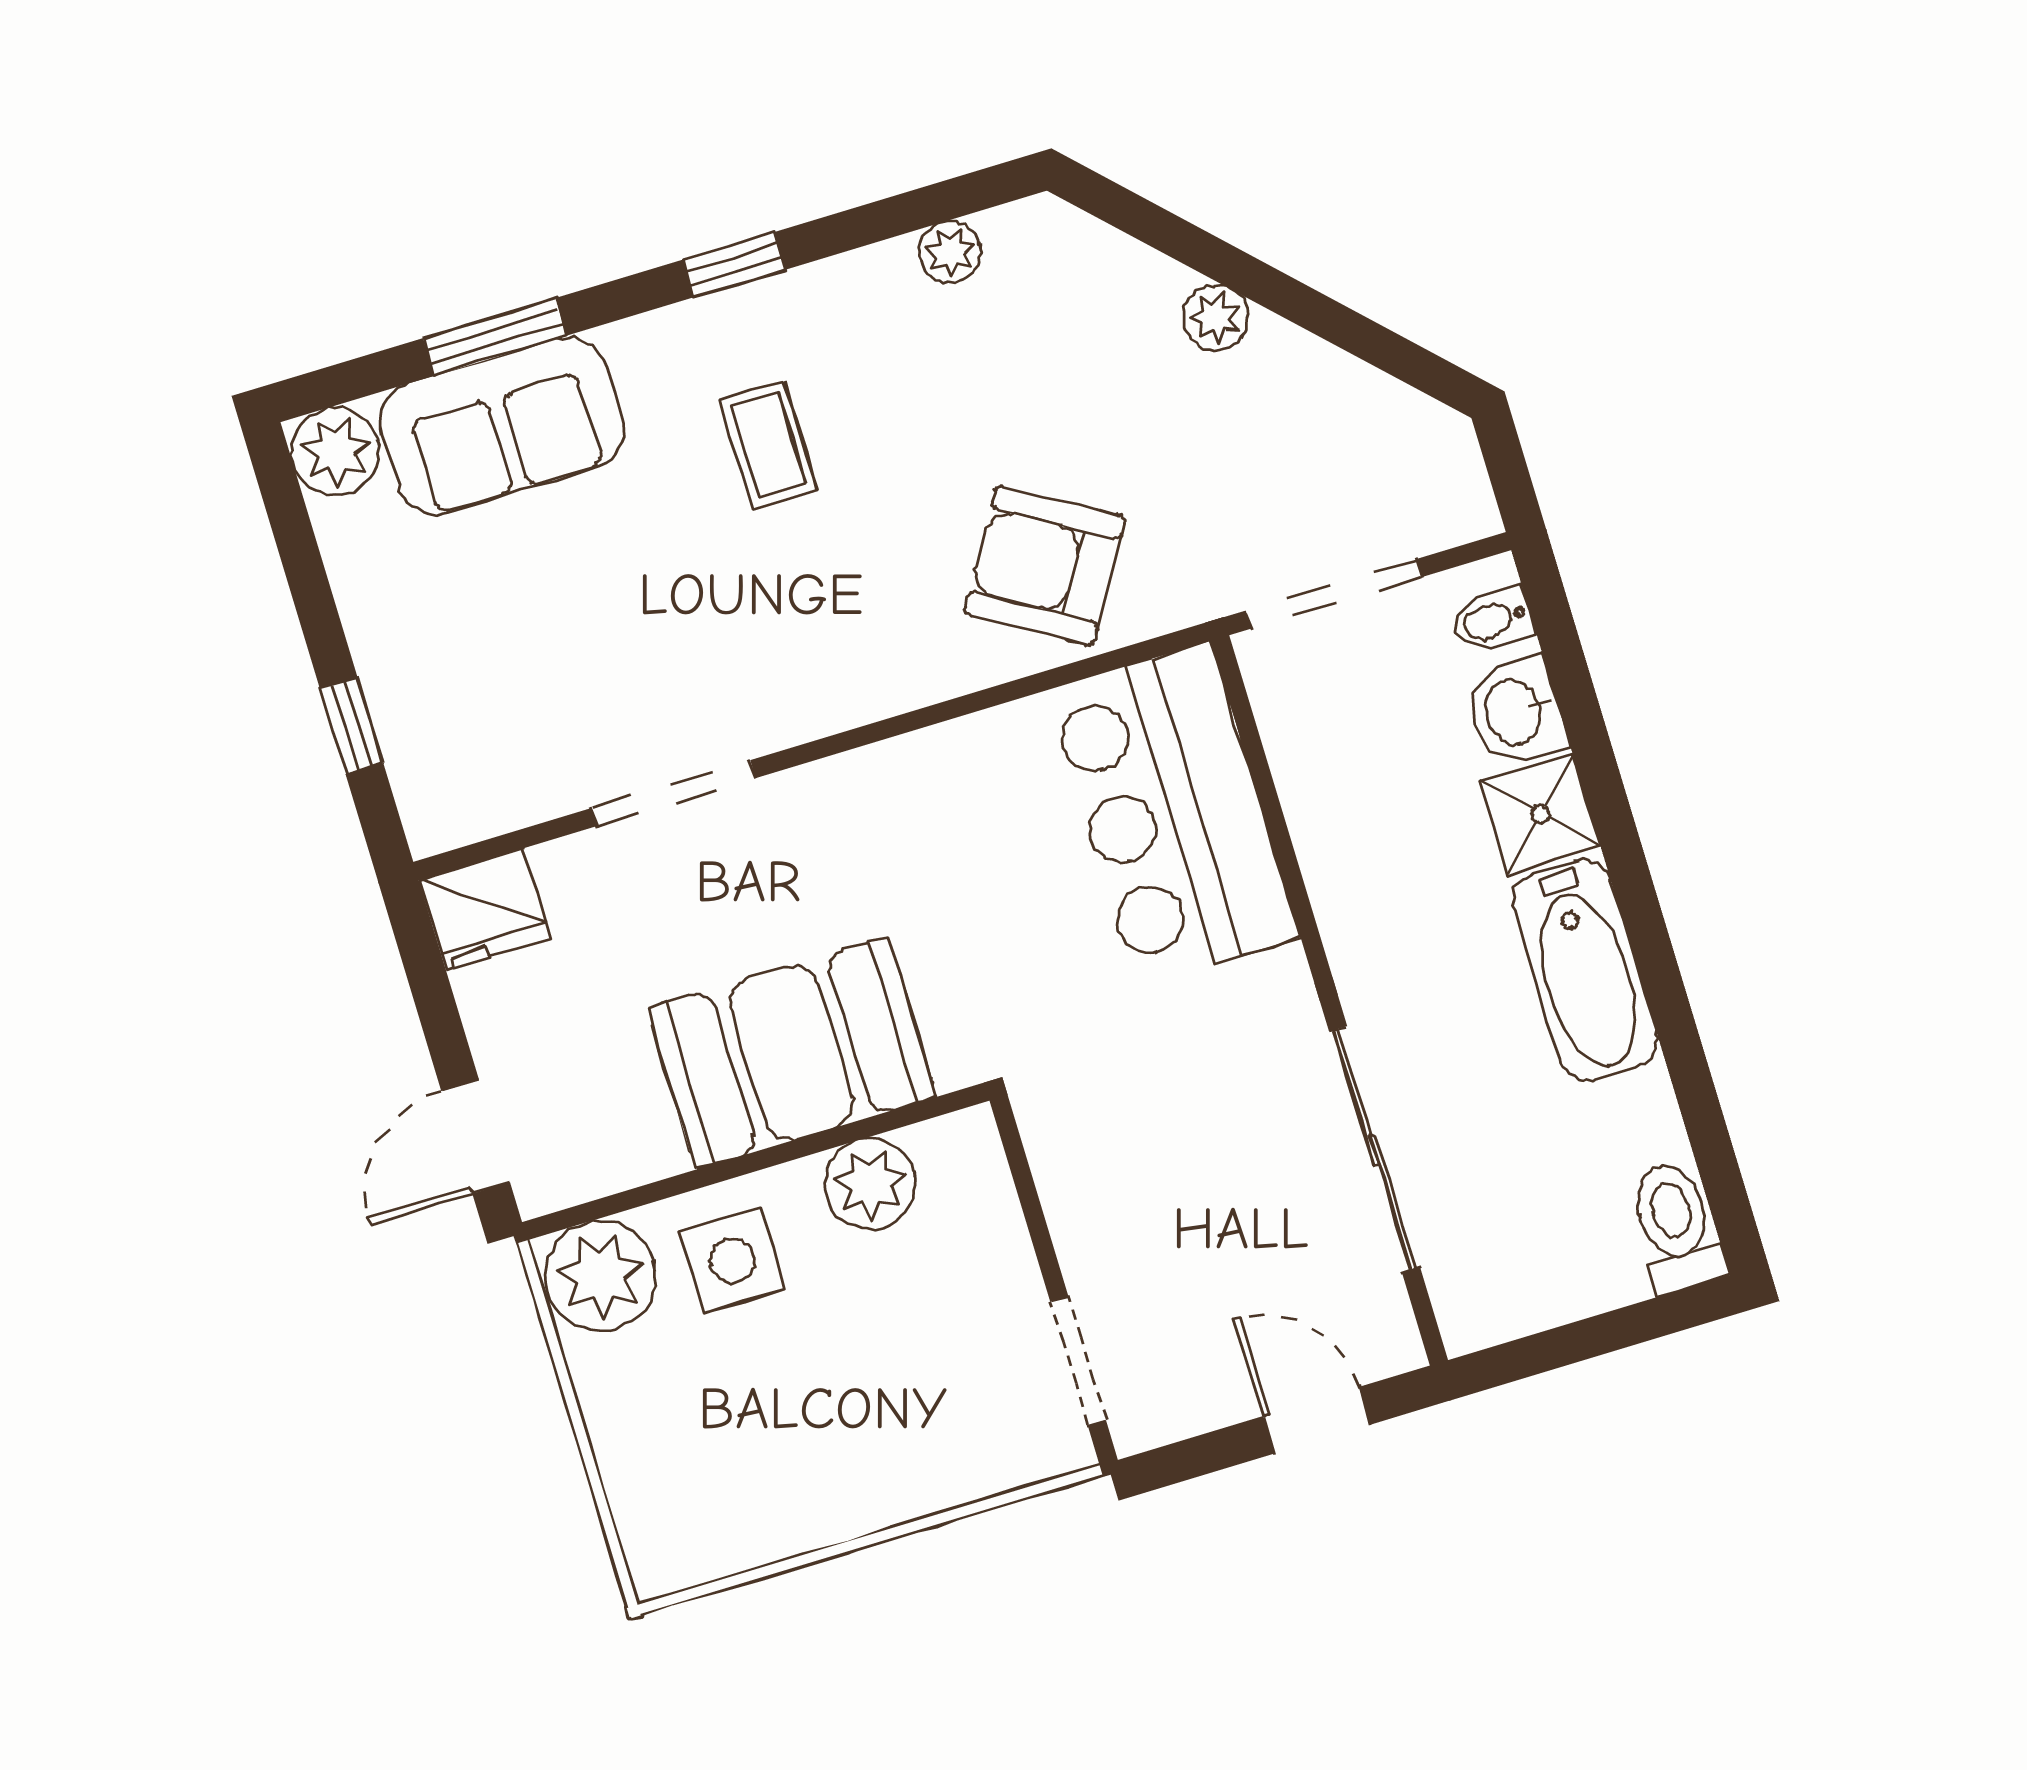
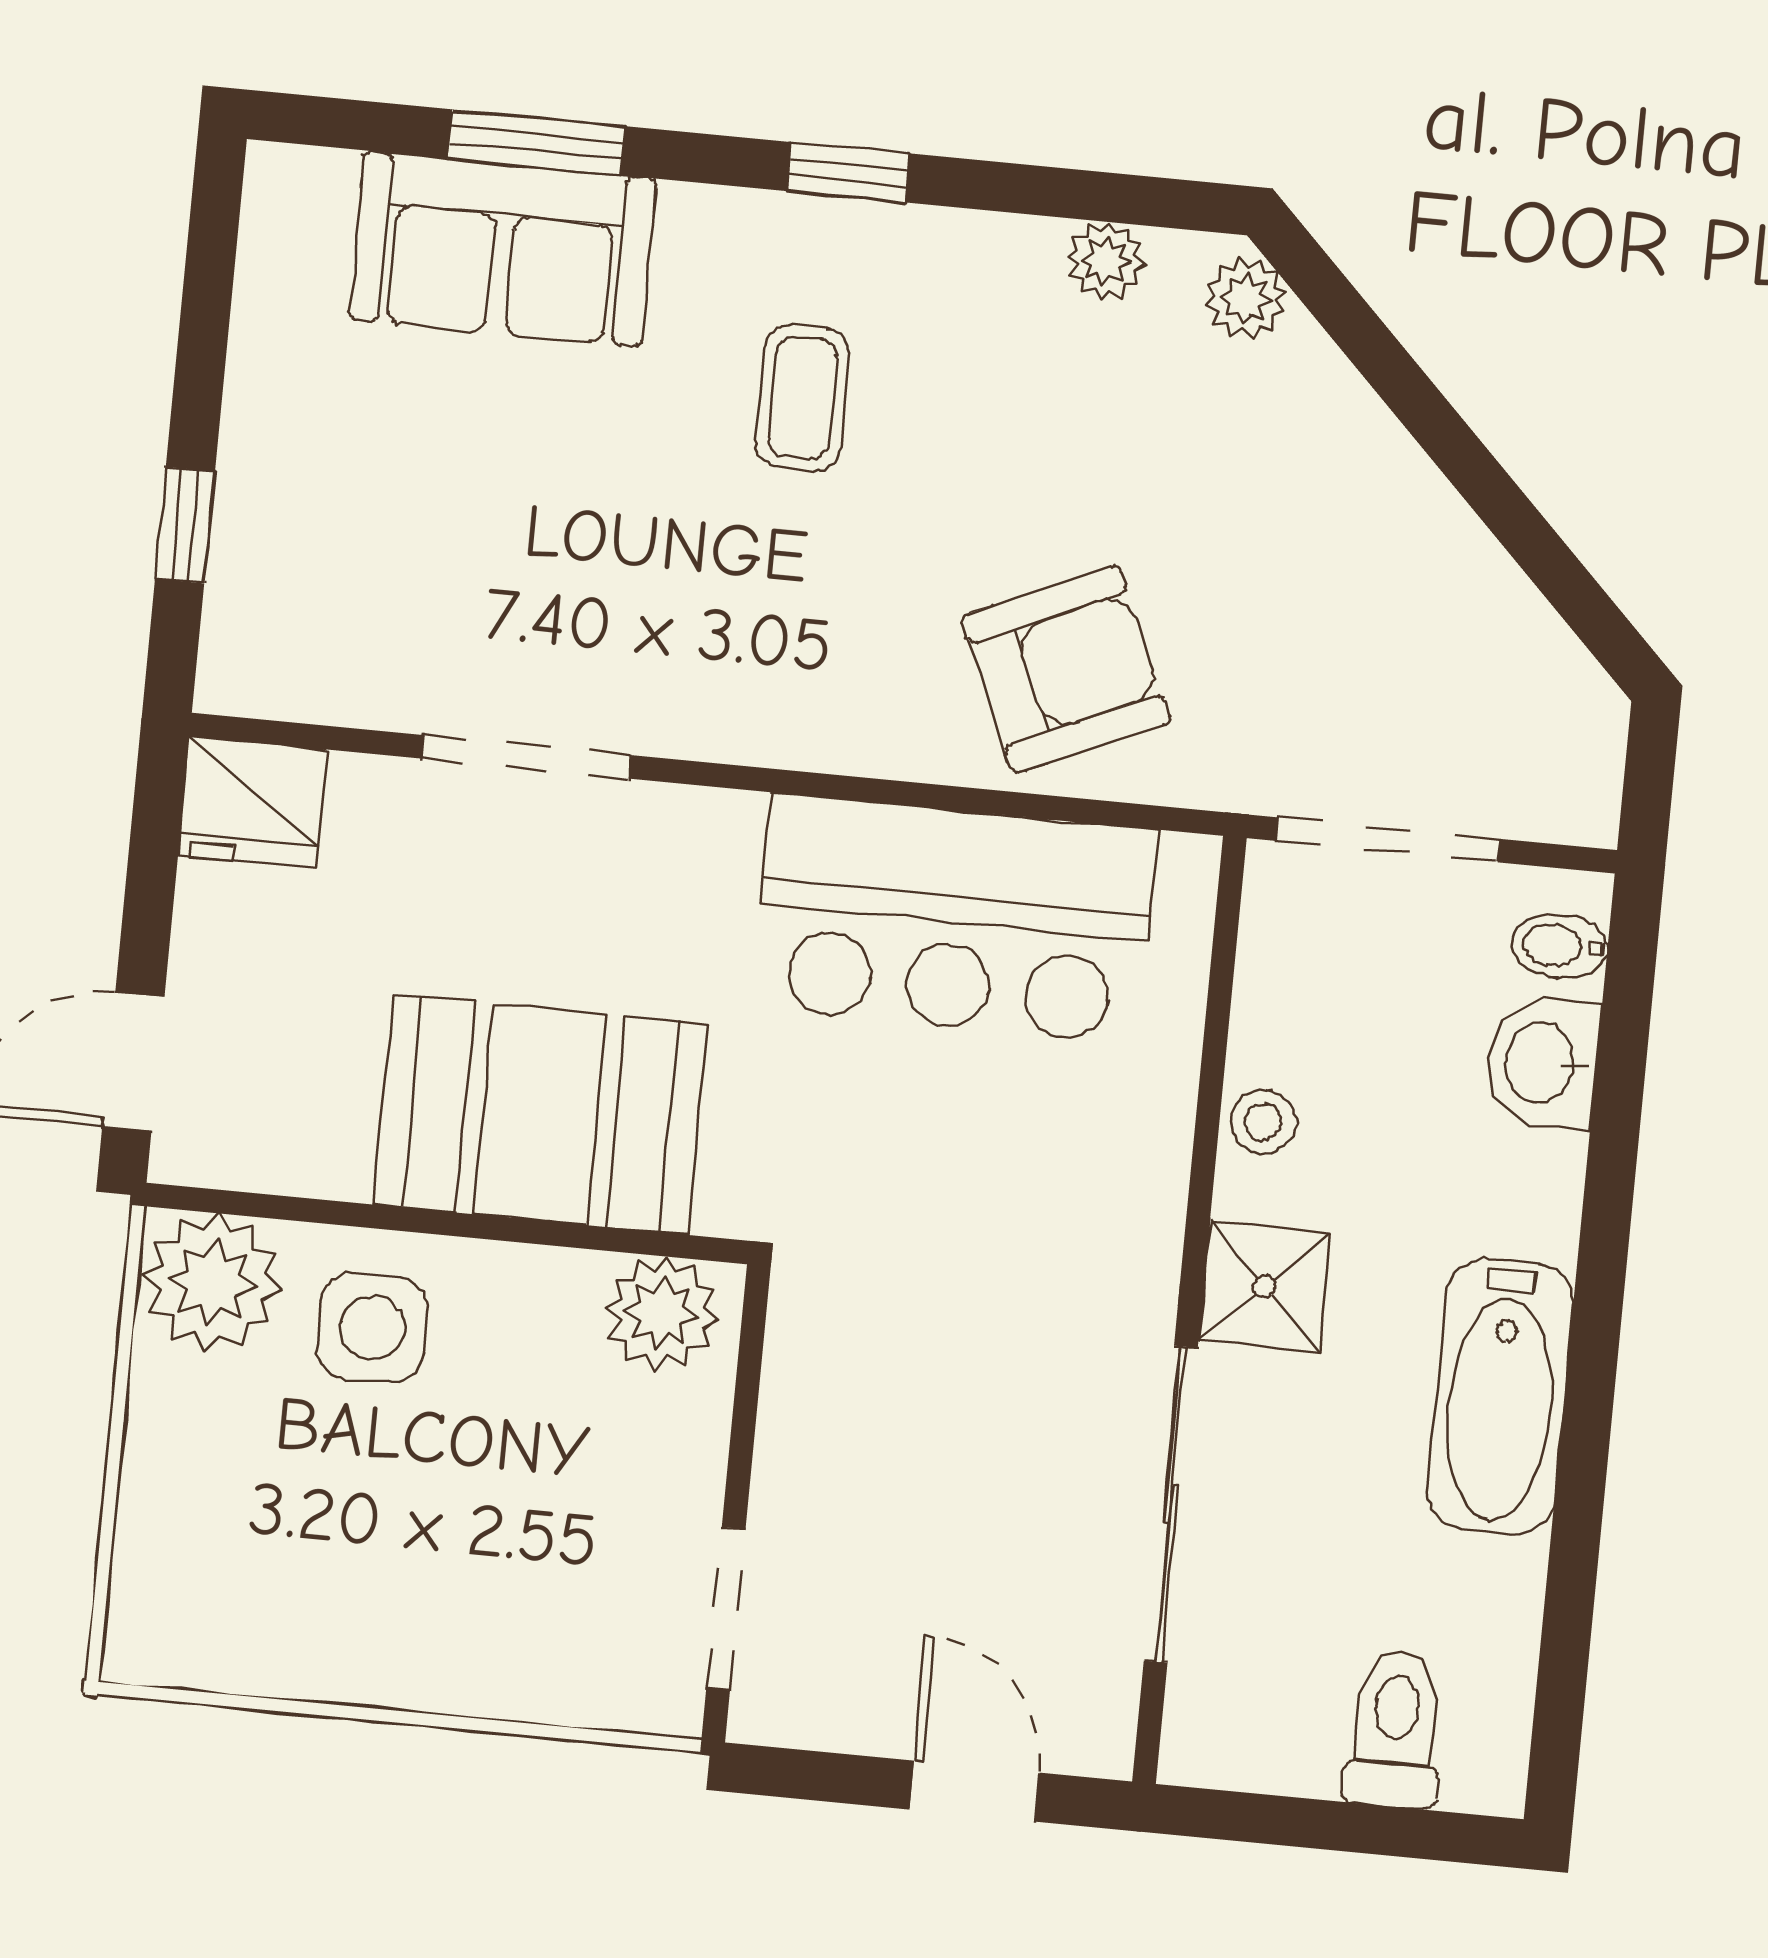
plant: (1215, 318) -> (1246, 298), moved
plant: (335, 451) -> (296, 199), removed
armchair: (1045, 565) -> (1066, 669), turned 125
bar counter: (1174, 814) -> (955, 918), moved, turned -90
shower: (1540, 814) -> (1265, 1287), moved
stool: (1327, 840) -> (1263, 1122), added
plant: (870, 1184) -> (661, 1313), moved
toilet: (1676, 1227) -> (1395, 1729), moved

